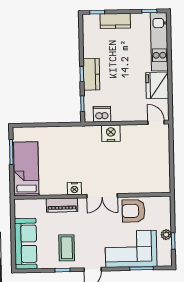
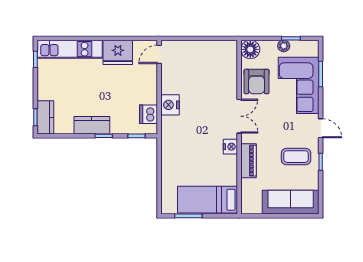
kitchen counter: (115, 21) -> (45, 117), moved
kitchen counter: (91, 74) -> (92, 125), moved
floor lamp: (162, 205) -> (250, 49), added

